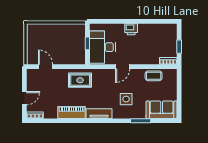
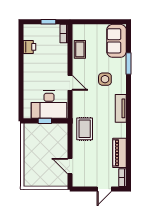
printer: (131, 29) -> (30, 47), moved
door: (45, 67) -> (70, 166), hinge flipped
door: (24, 98) -> (104, 189), swing flipped
piano: (72, 112) -> (119, 153), moved

